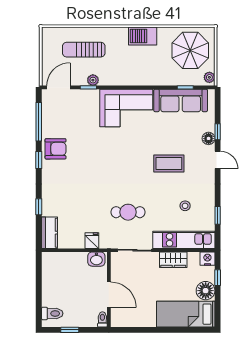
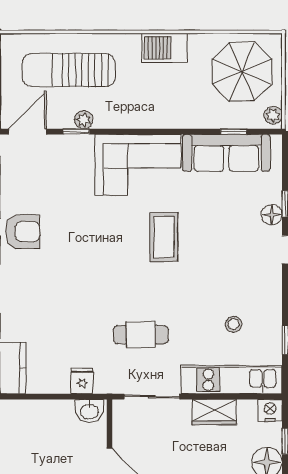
sun lounger: (84, 50) -> (69, 70), width x1.36, depth x1.34
coffee table: (169, 164) -> (164, 237), moved, turned 90

